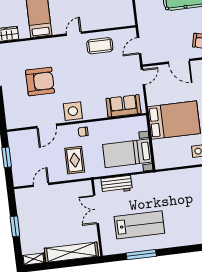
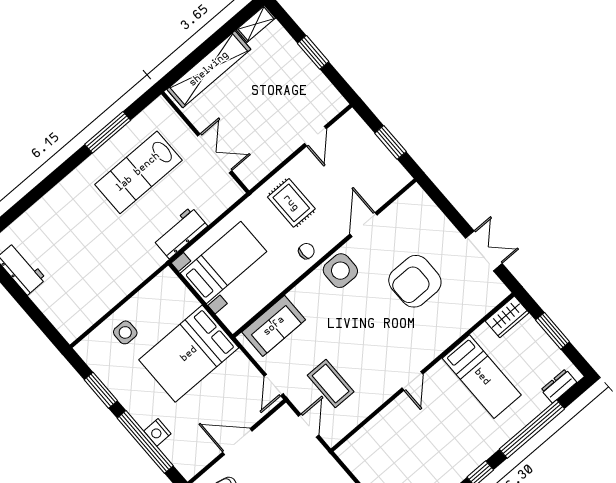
coffee table: (100, 46) -> (331, 384), moved, turned 90
workbench: (117, 185) -> (180, 233), moved

